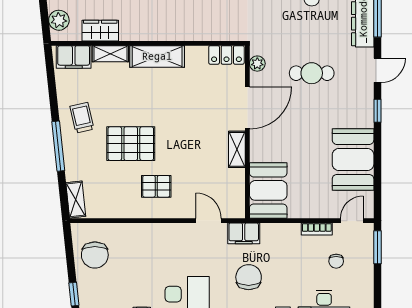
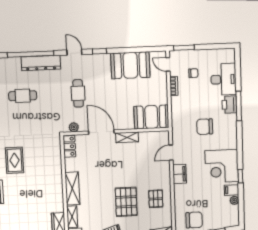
pallet: (156, 186) -> (156, 199), moved
filing cabinet: (244, 233) -> (180, 174), moved

